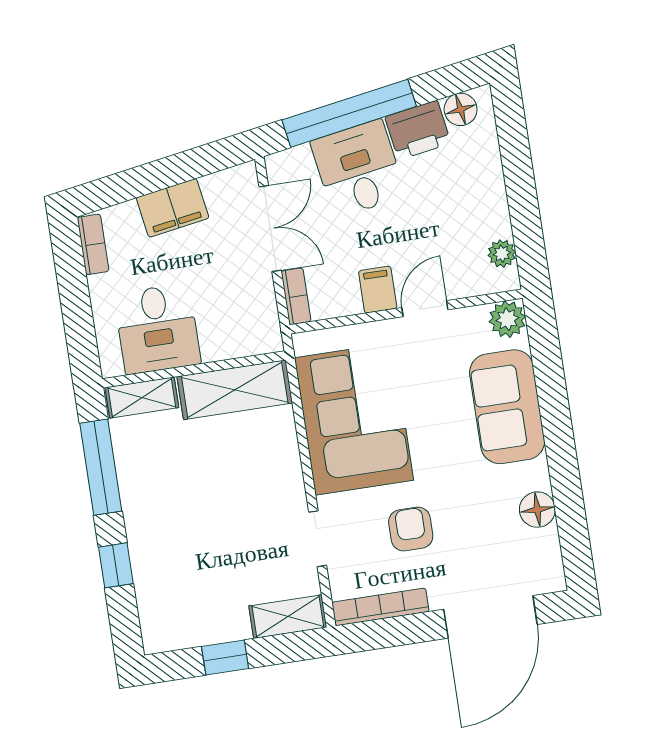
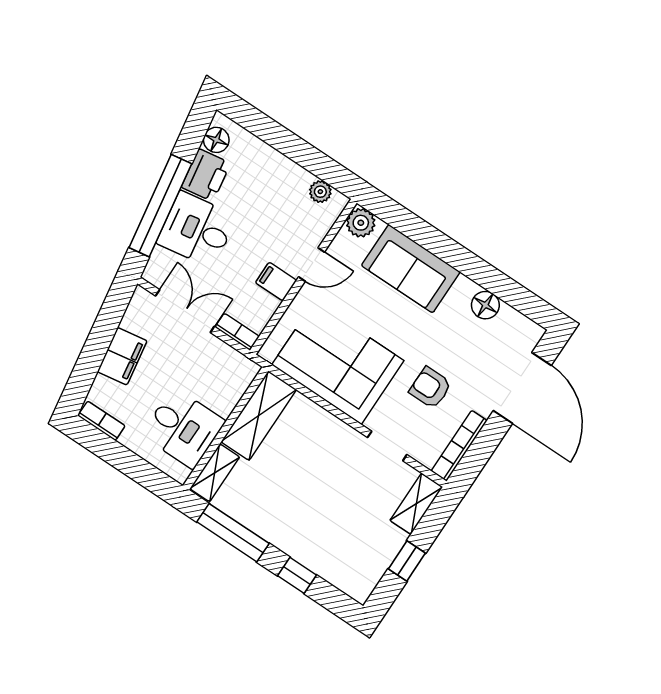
door: (425, 309) -> (312, 264), swing flipped

